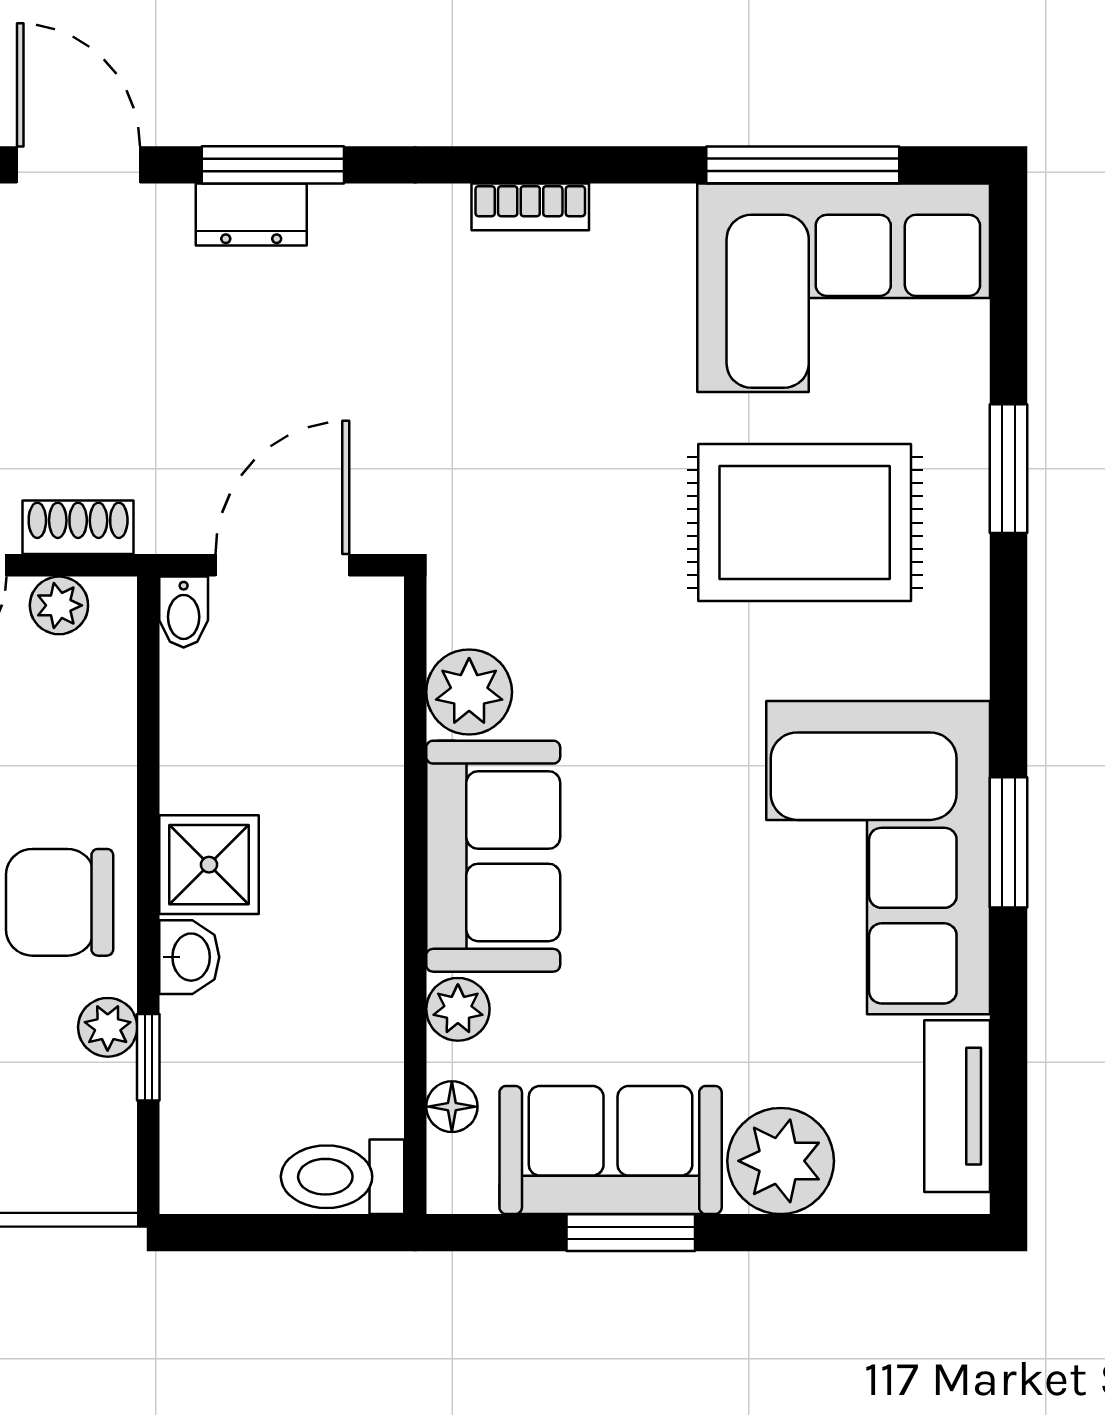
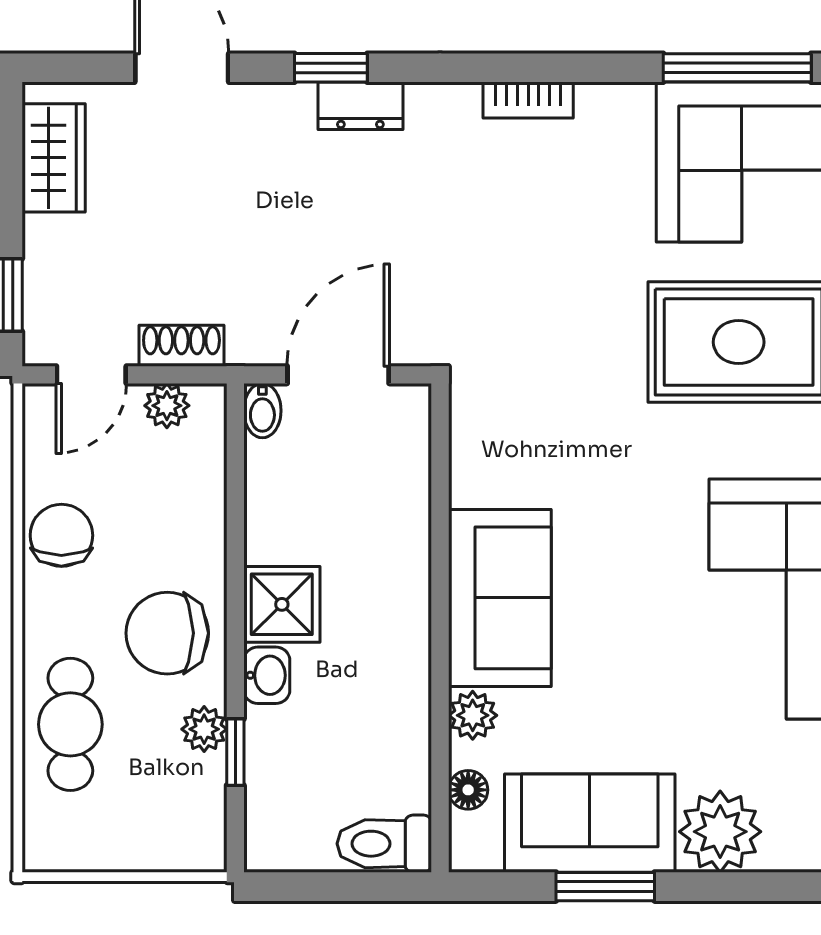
window: (273, 165) -> (331, 68), width x0.67
dresser: (251, 214) -> (360, 106), moved
plant: (469, 692) -> (481, 472), removed

